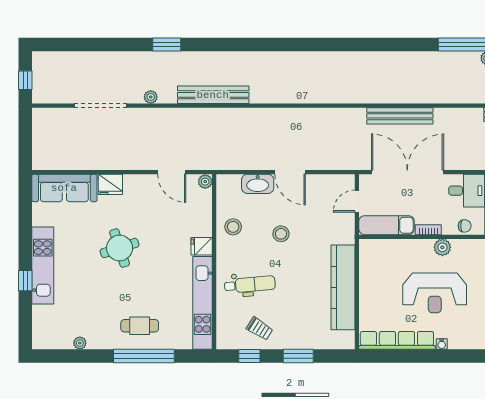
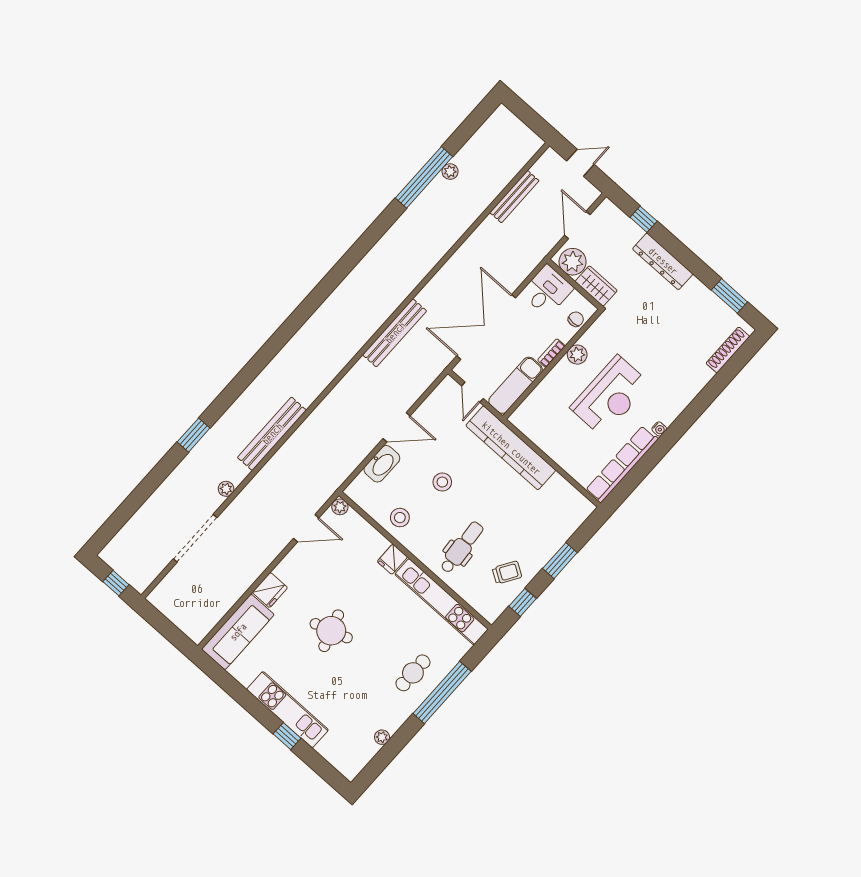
bench: (400, 116) -> (395, 333), moved
kitchen counter: (343, 287) -> (511, 448), moved

